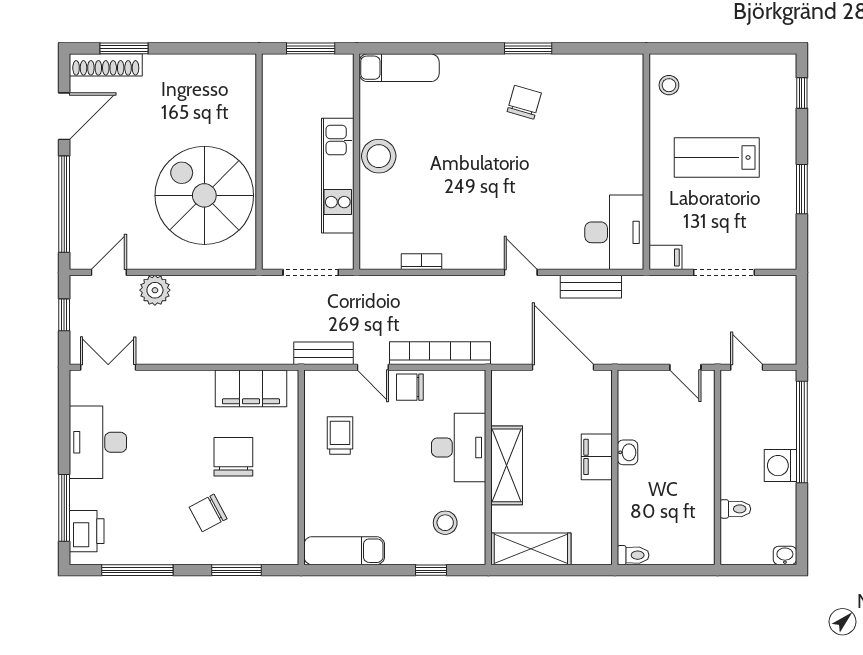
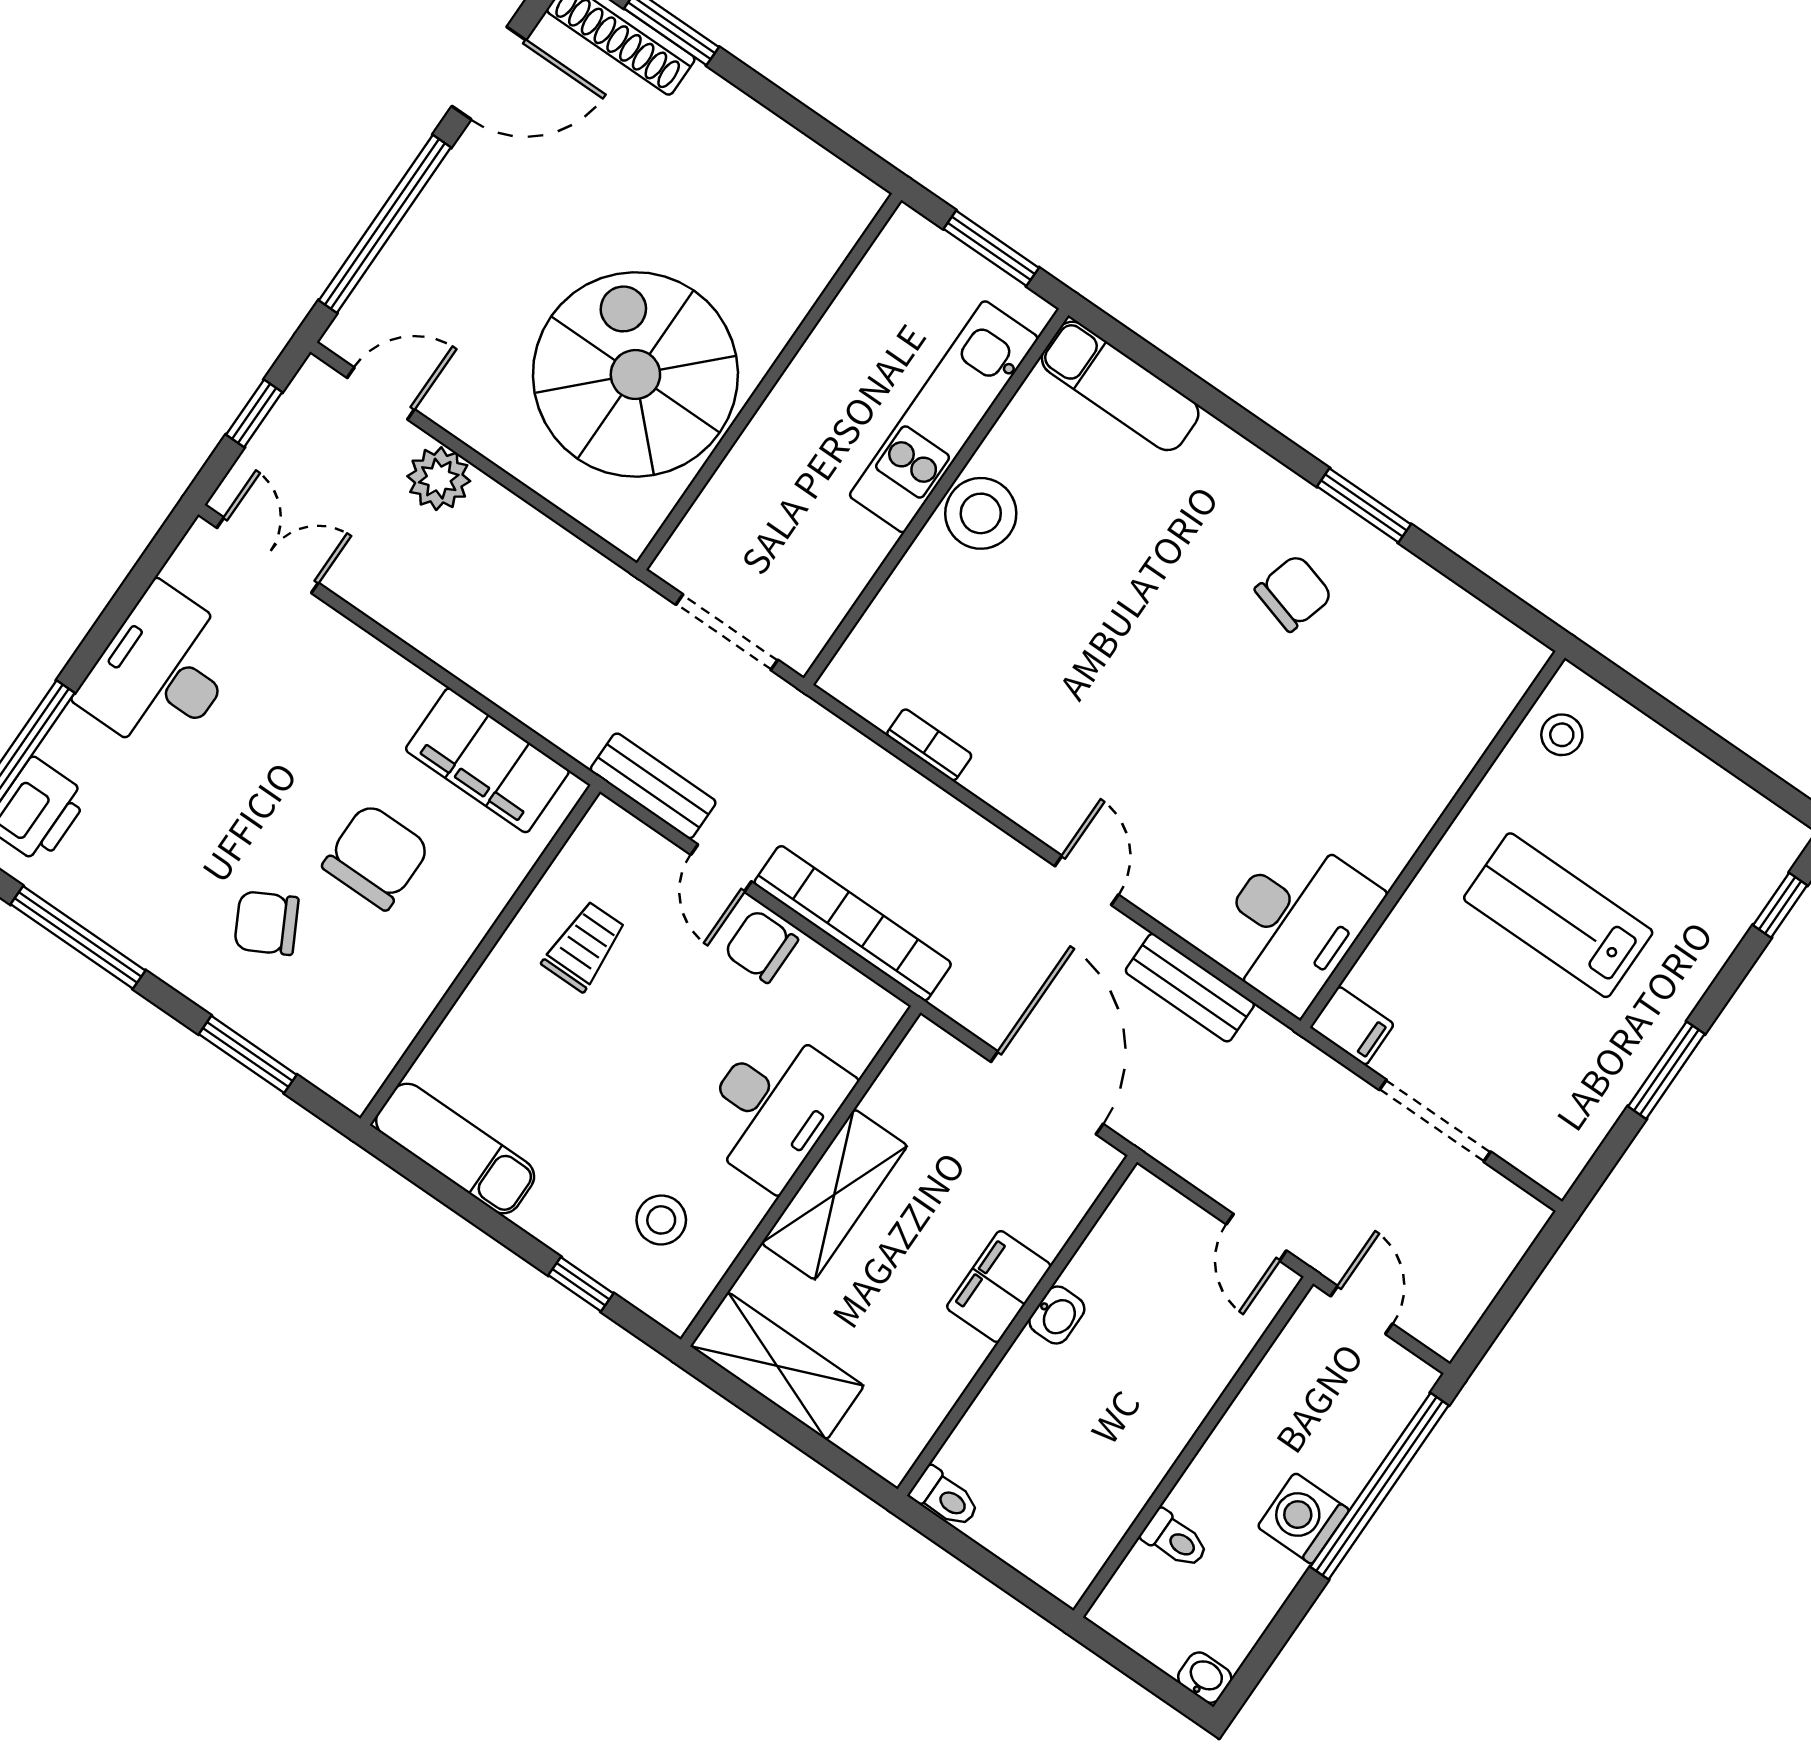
kitchen unit: (338, 176) -> (944, 417), moved

